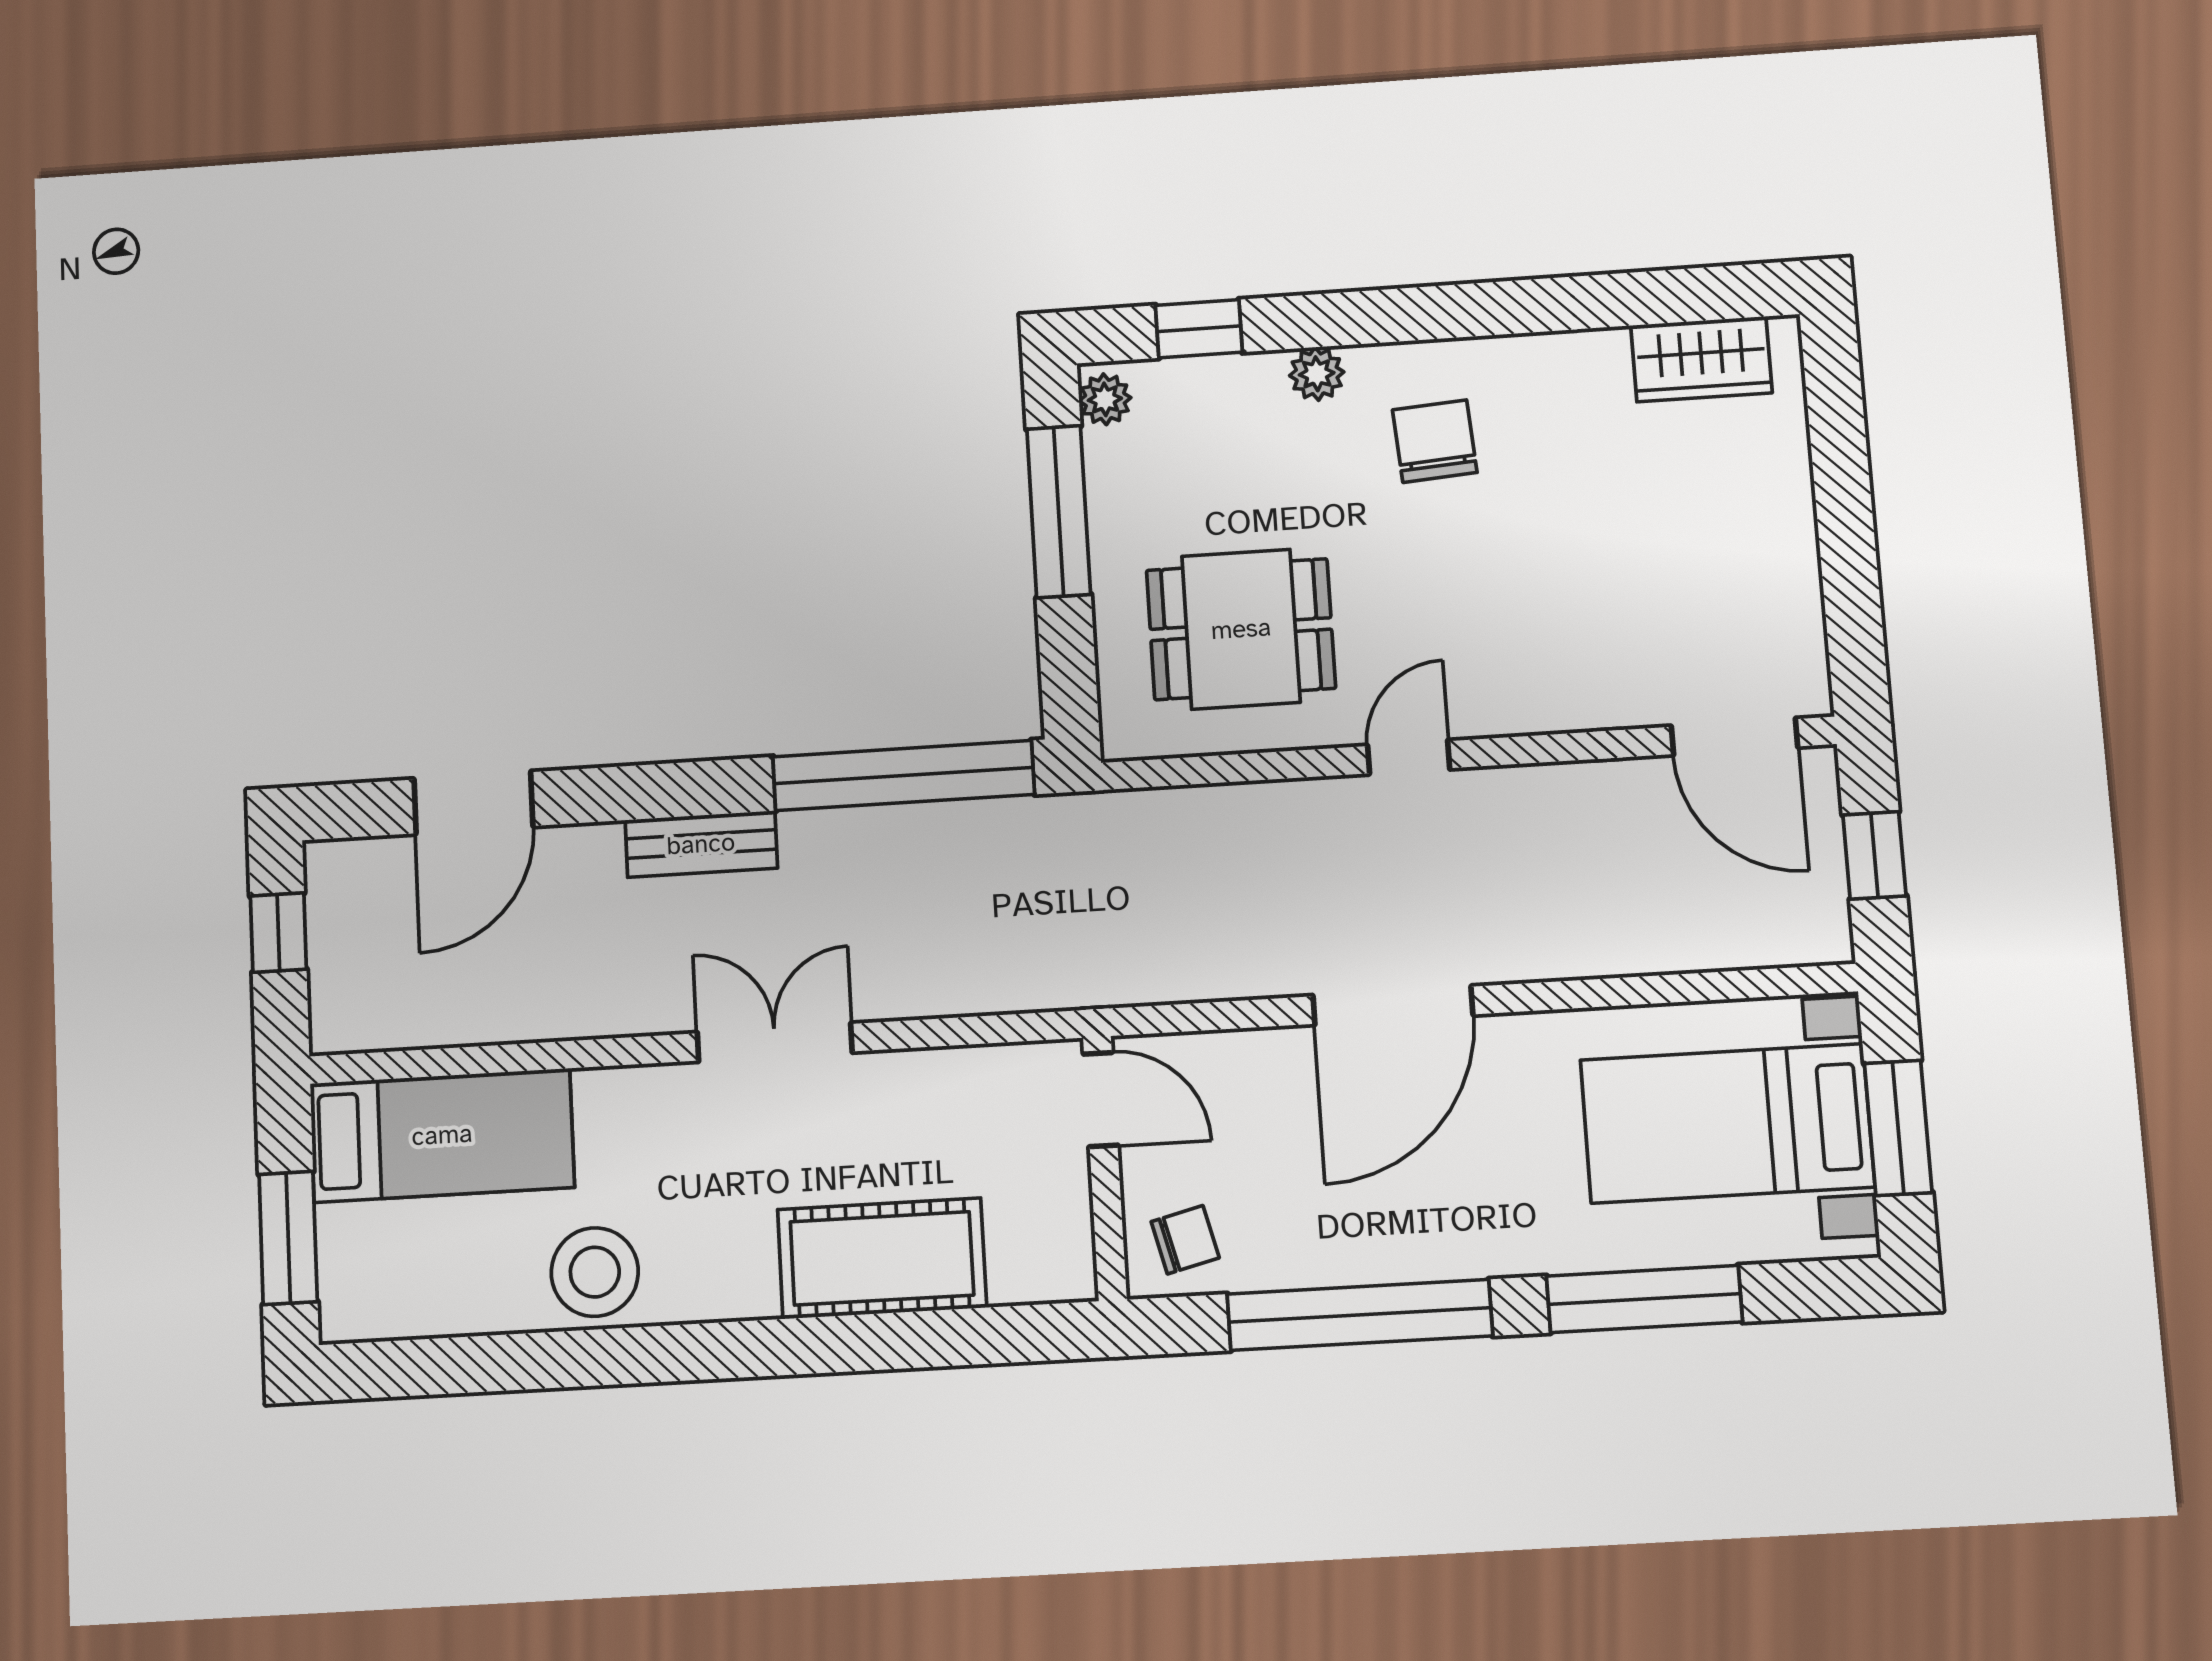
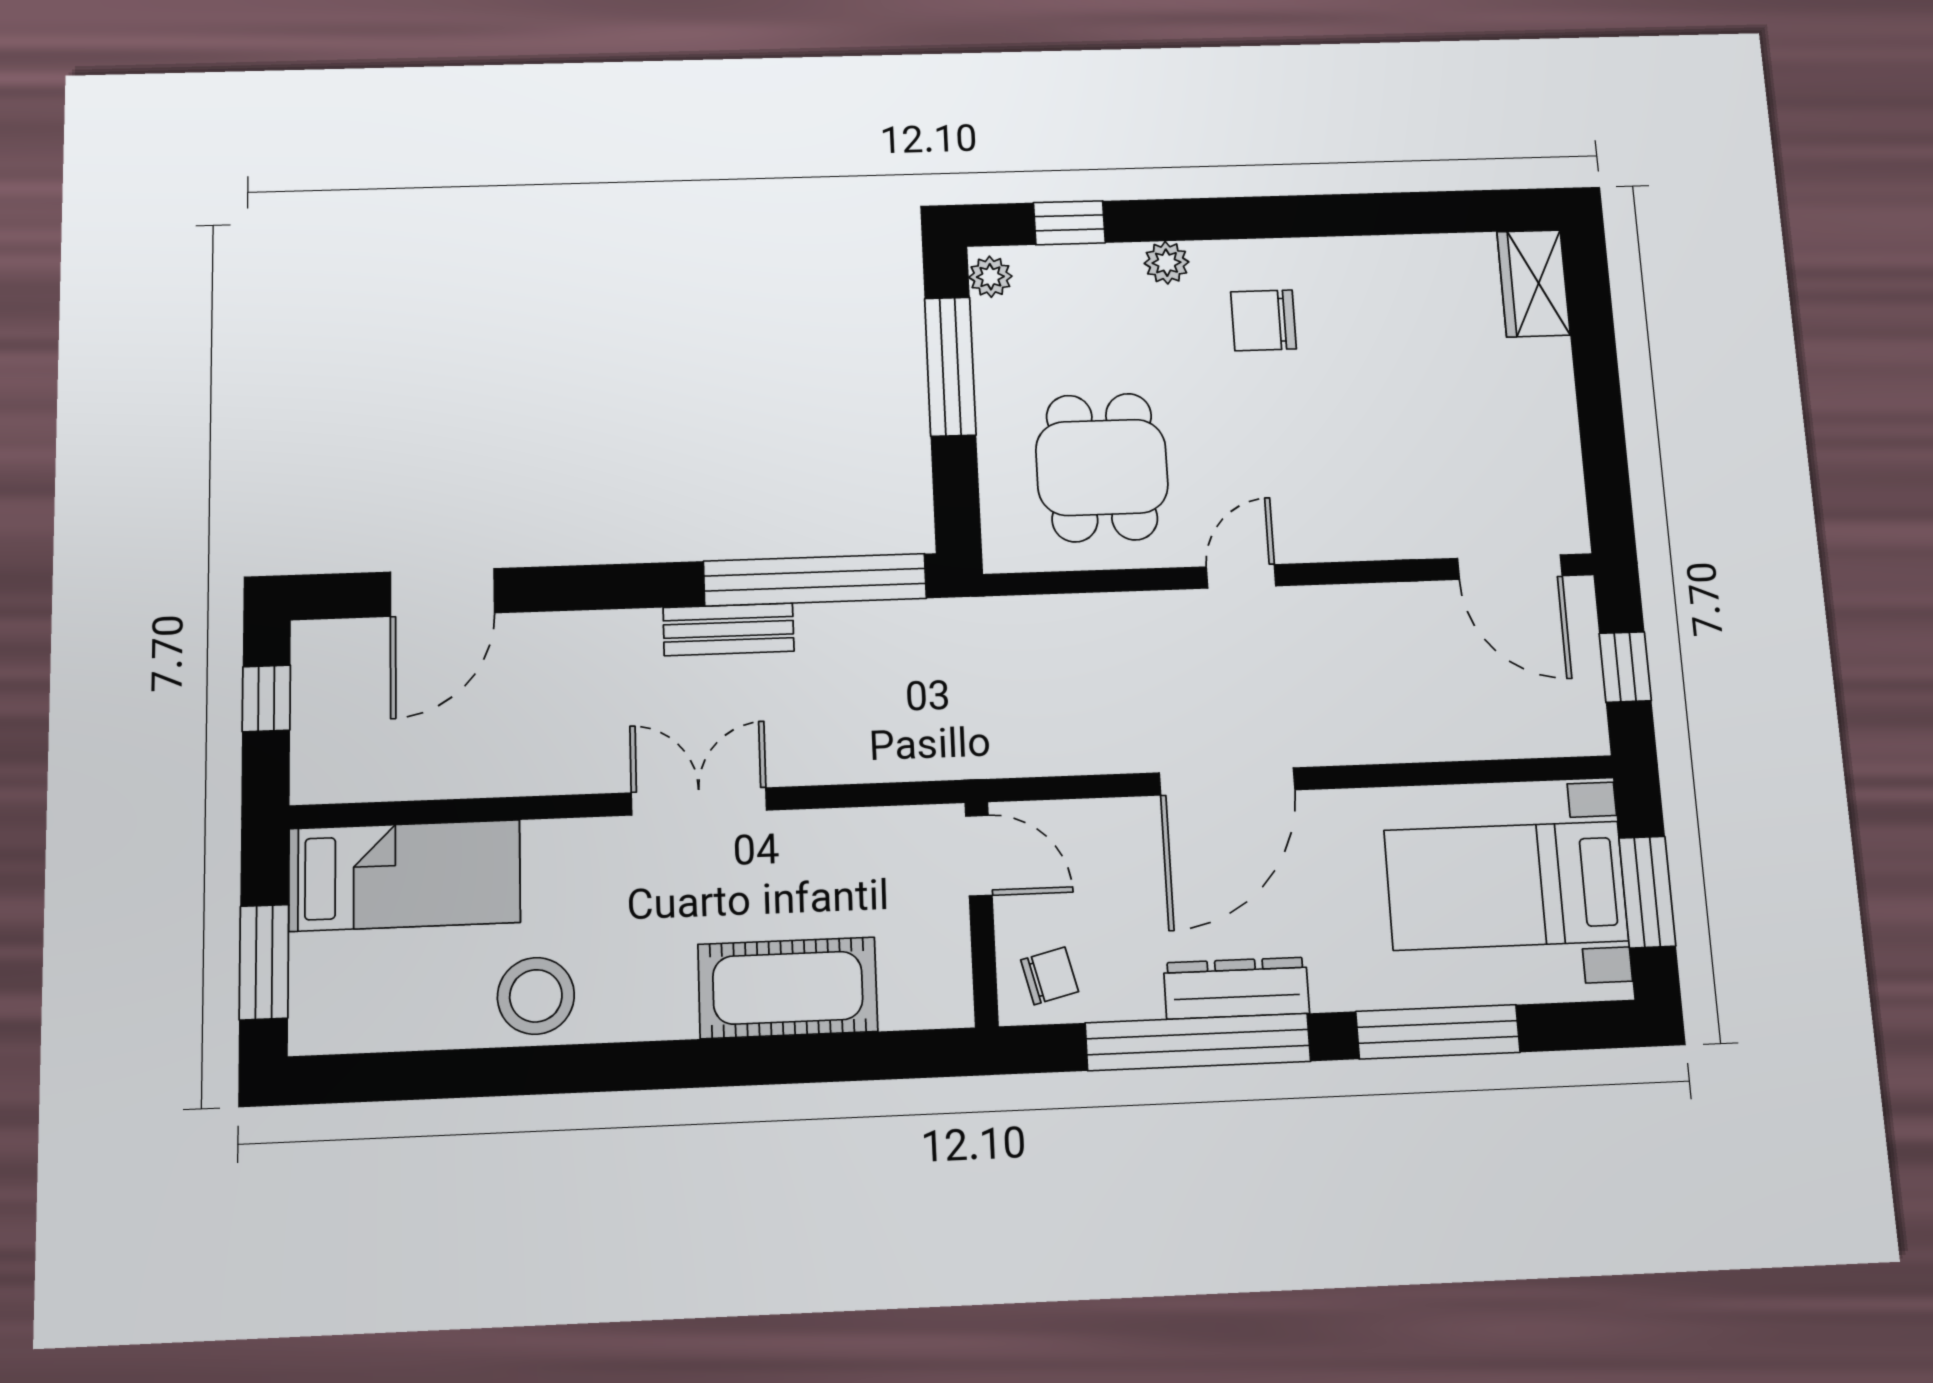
wardrobe: (1701, 359) -> (1533, 283), moved, turned 90
chair: (1435, 441) -> (1264, 320), turned -86
dining table: (1241, 629) -> (1102, 467), turned 90
bench: (701, 844) -> (729, 629), moved
dresser: (1405, 1251) -> (1236, 988), added

